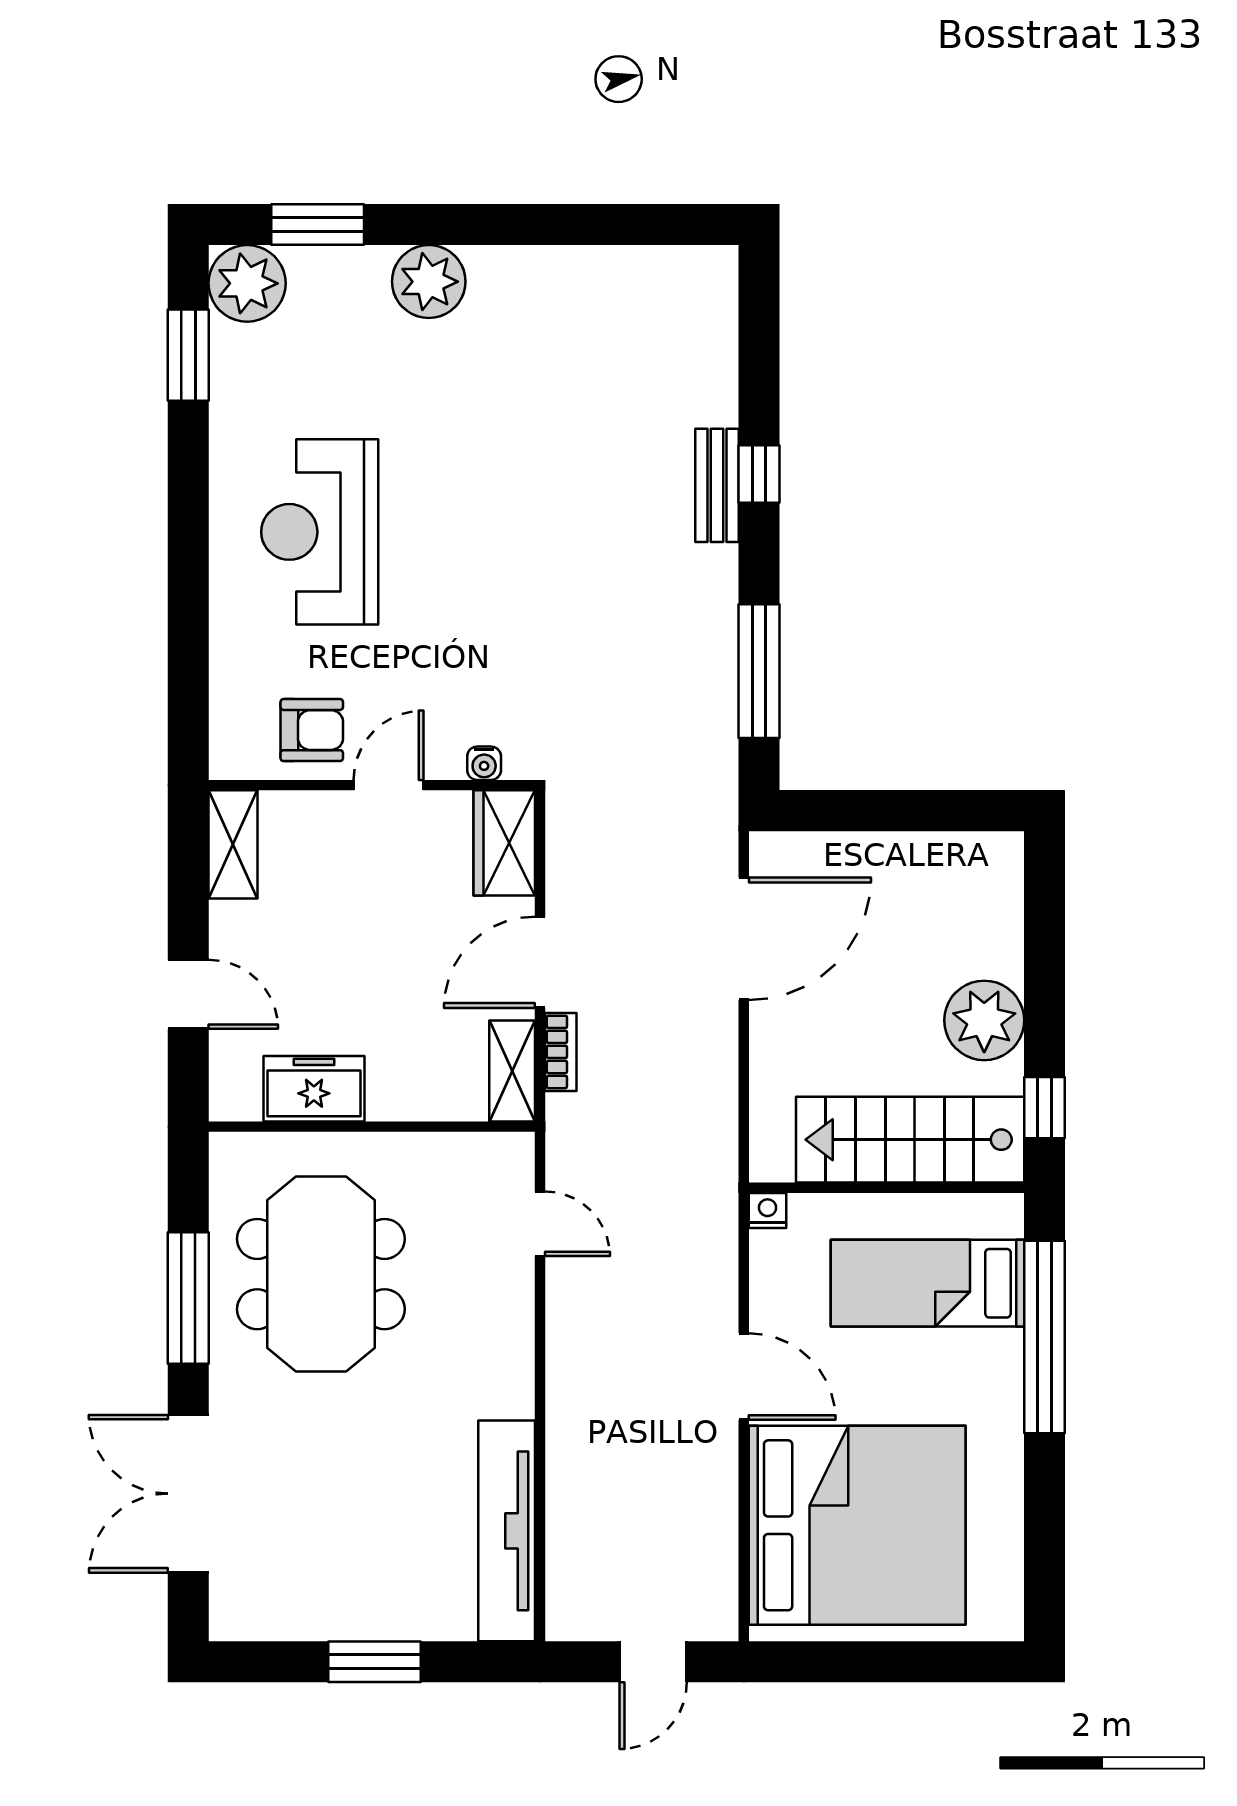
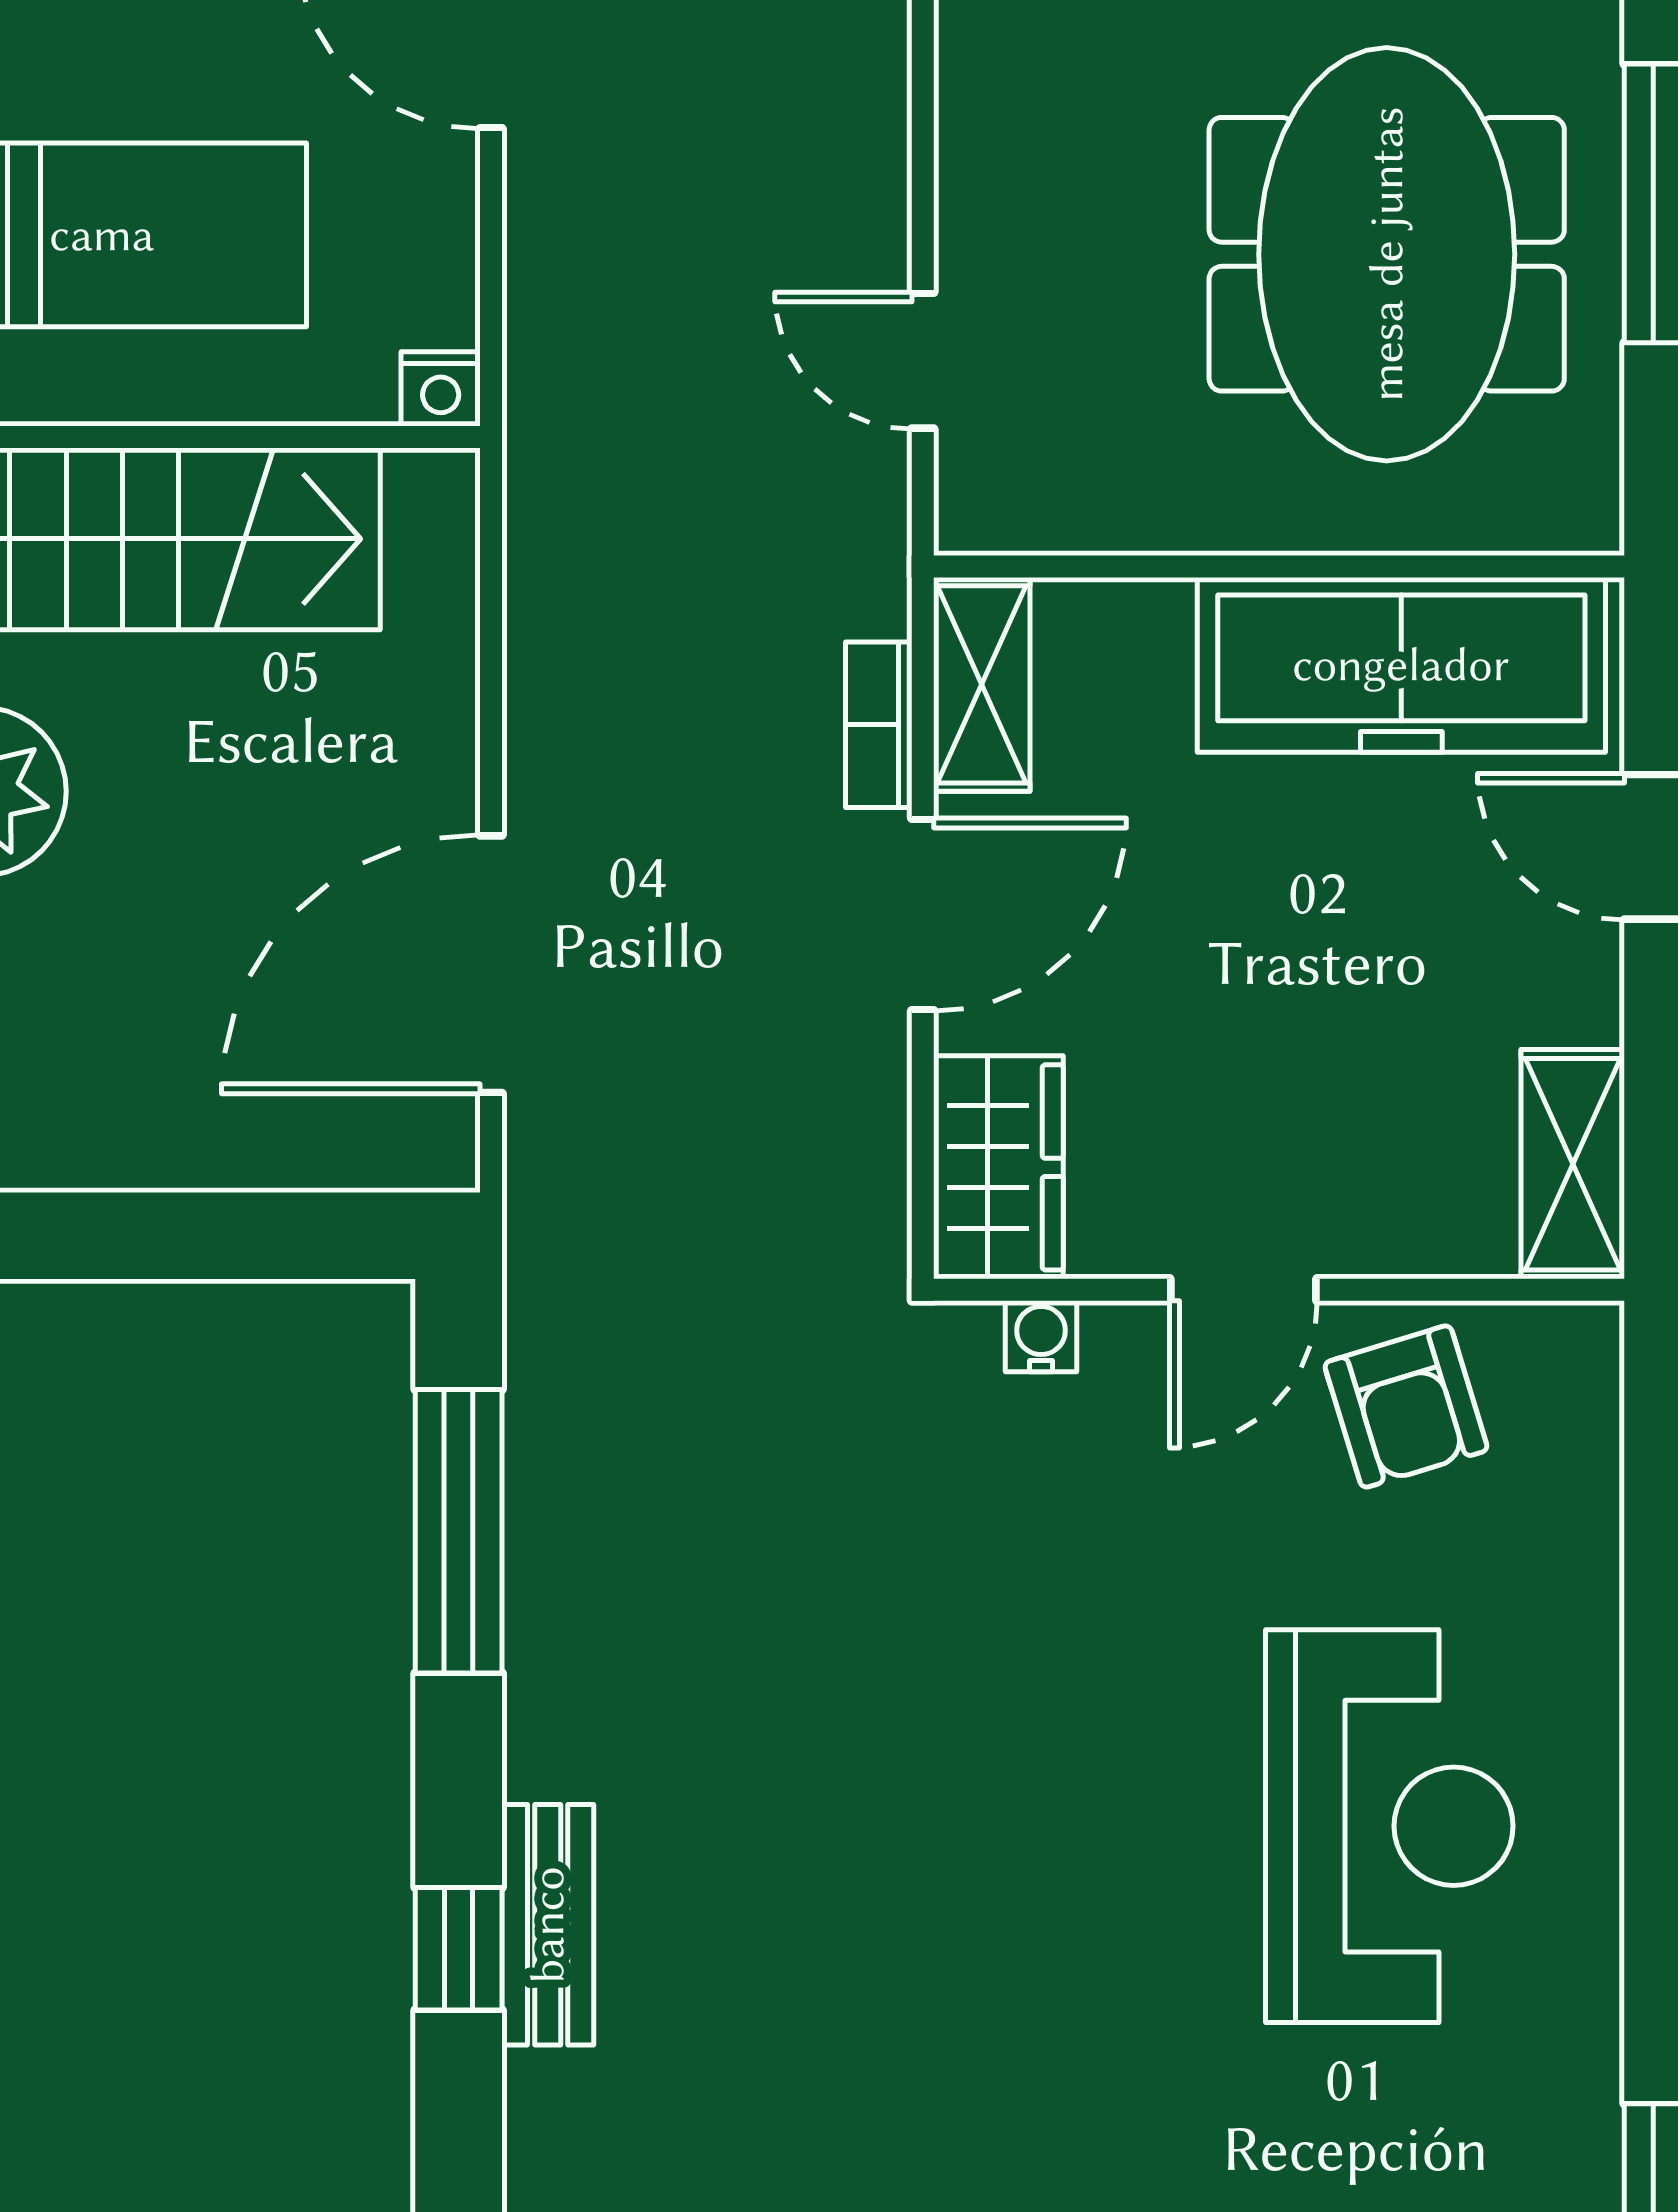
armchair: (312, 730) -> (1406, 1406), turned -107
freezer: (314, 1089) -> (1401, 665), width x1.91, depth x1.26

